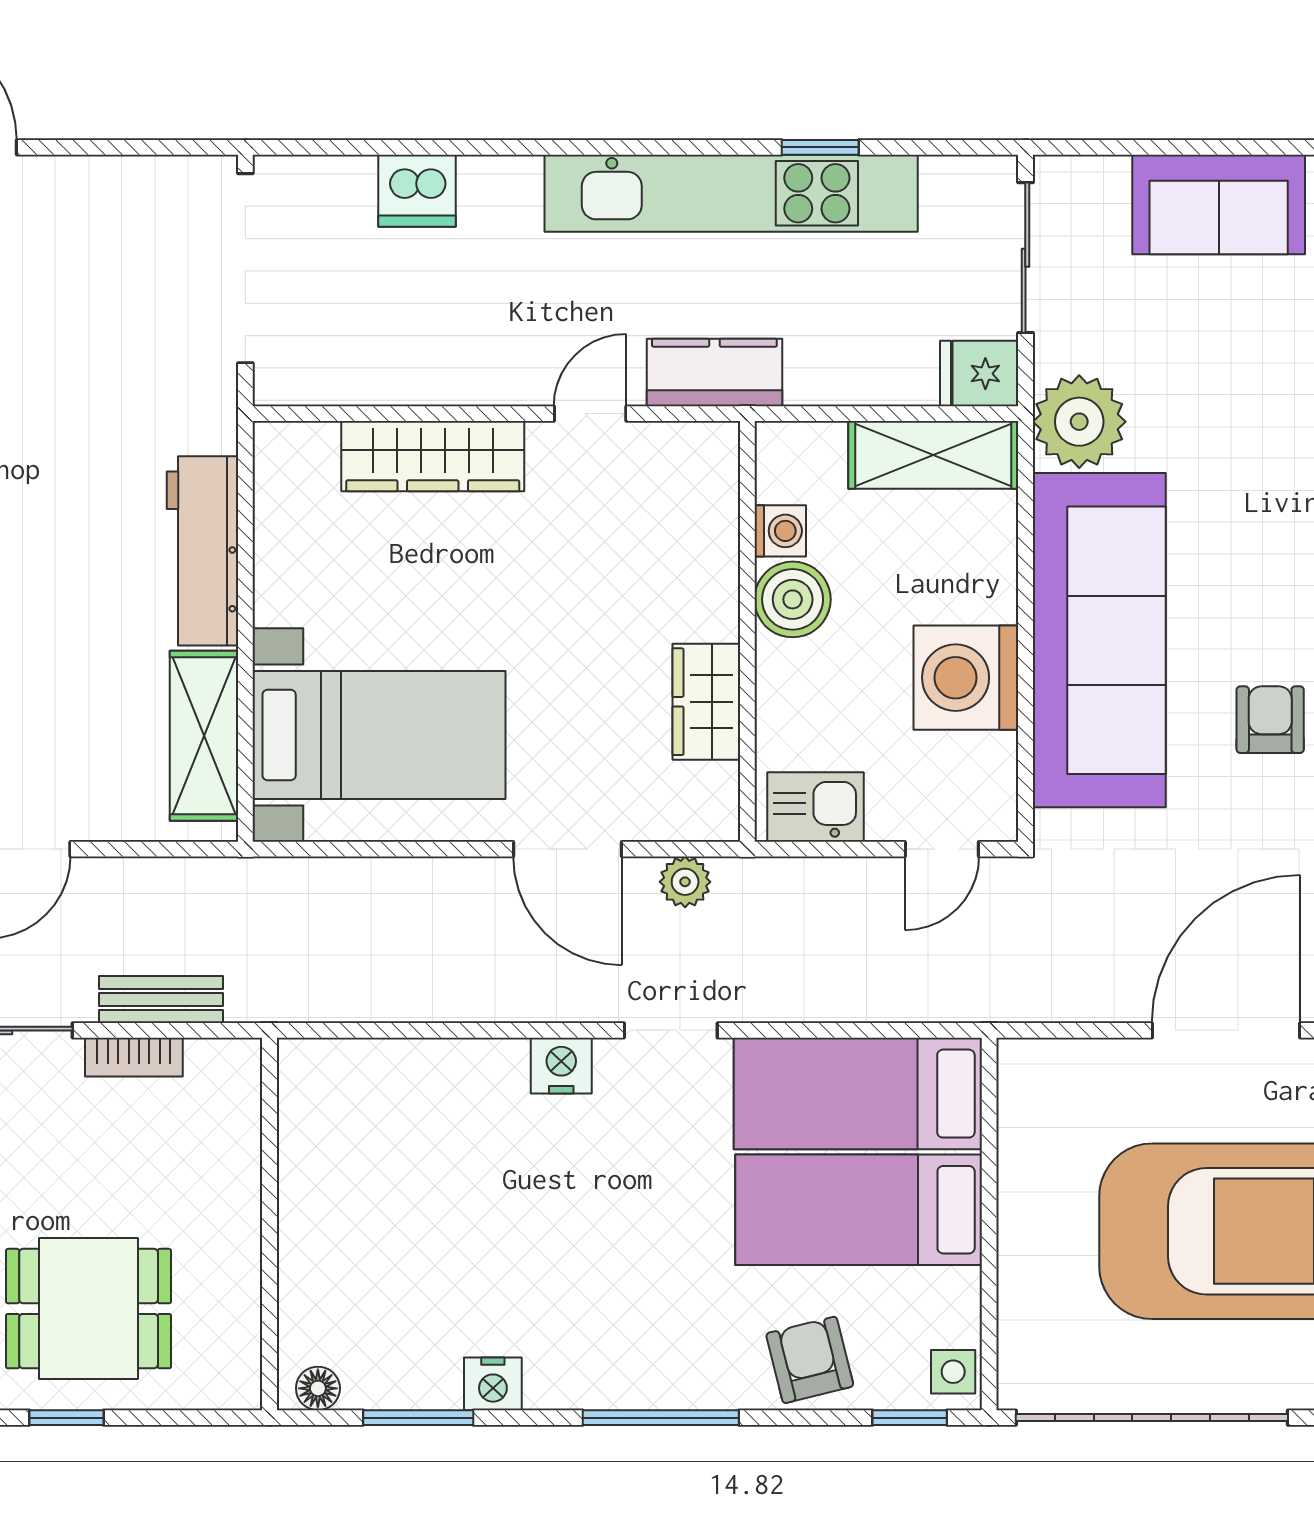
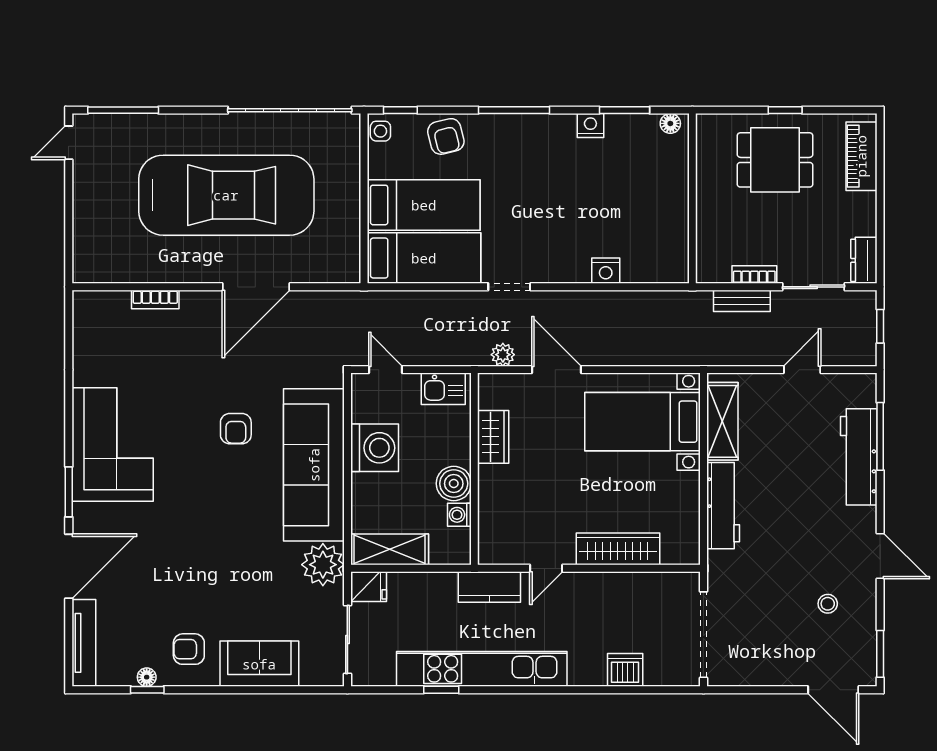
door: (942, 849) -> (386, 370), hinge flipped
nightstand: (561, 1066) -> (606, 271), moved

